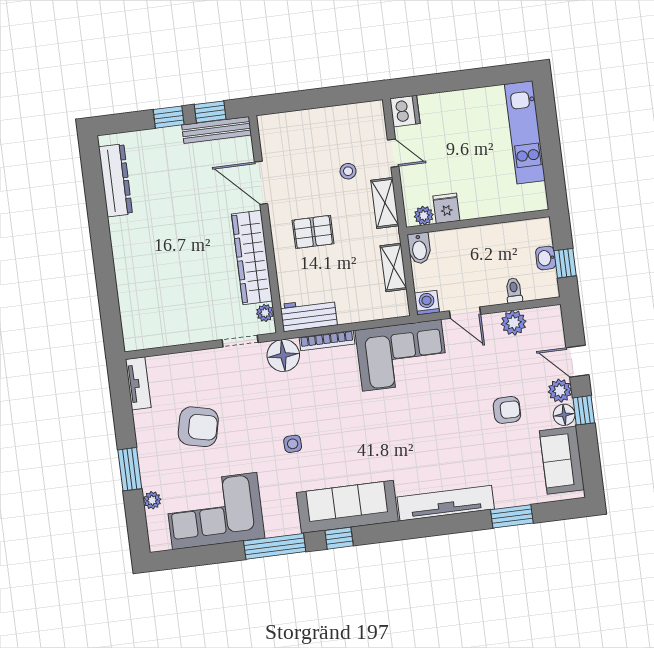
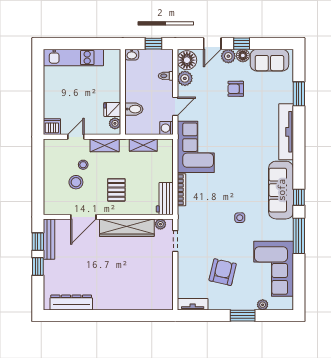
stool: (317, 163) -> (76, 182), added
bidet: (419, 248) -> (134, 109), moved
washbasin: (546, 258) -> (132, 55), moved
floor lamp: (283, 355) -> (187, 60), moved
armchair: (507, 410) -> (236, 89), turned -90

